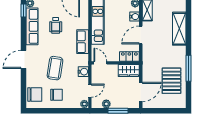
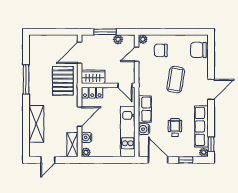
water cooler: (83, 72) -> (144, 129), moved
pallet: (171, 81) -> (63, 81), moved
chair: (56, 95) -> (161, 50), moved

